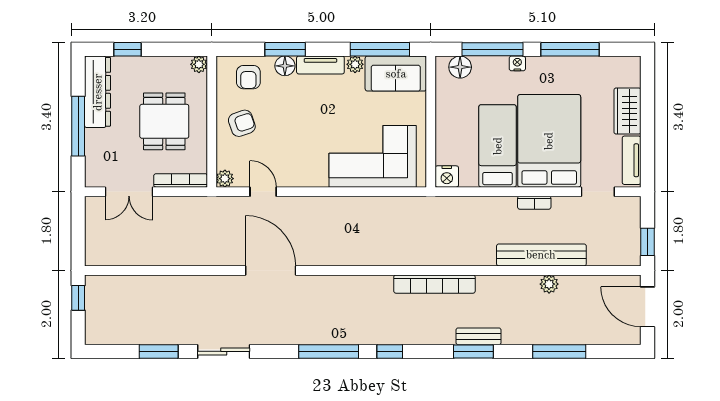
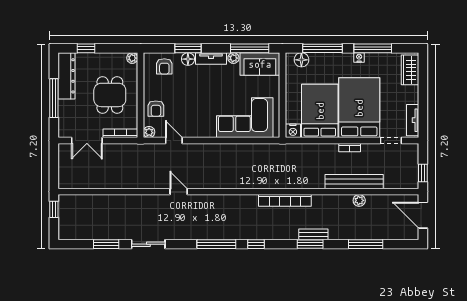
nightstand: (517, 63) -> (359, 57), moved
wardrobe: (627, 111) -> (410, 70), moved
armchair: (242, 123) -> (156, 109), moved, turned 109
bed: (498, 146) -> (320, 111), width x1.50
door: (271, 270) -> (179, 192), width x0.53

